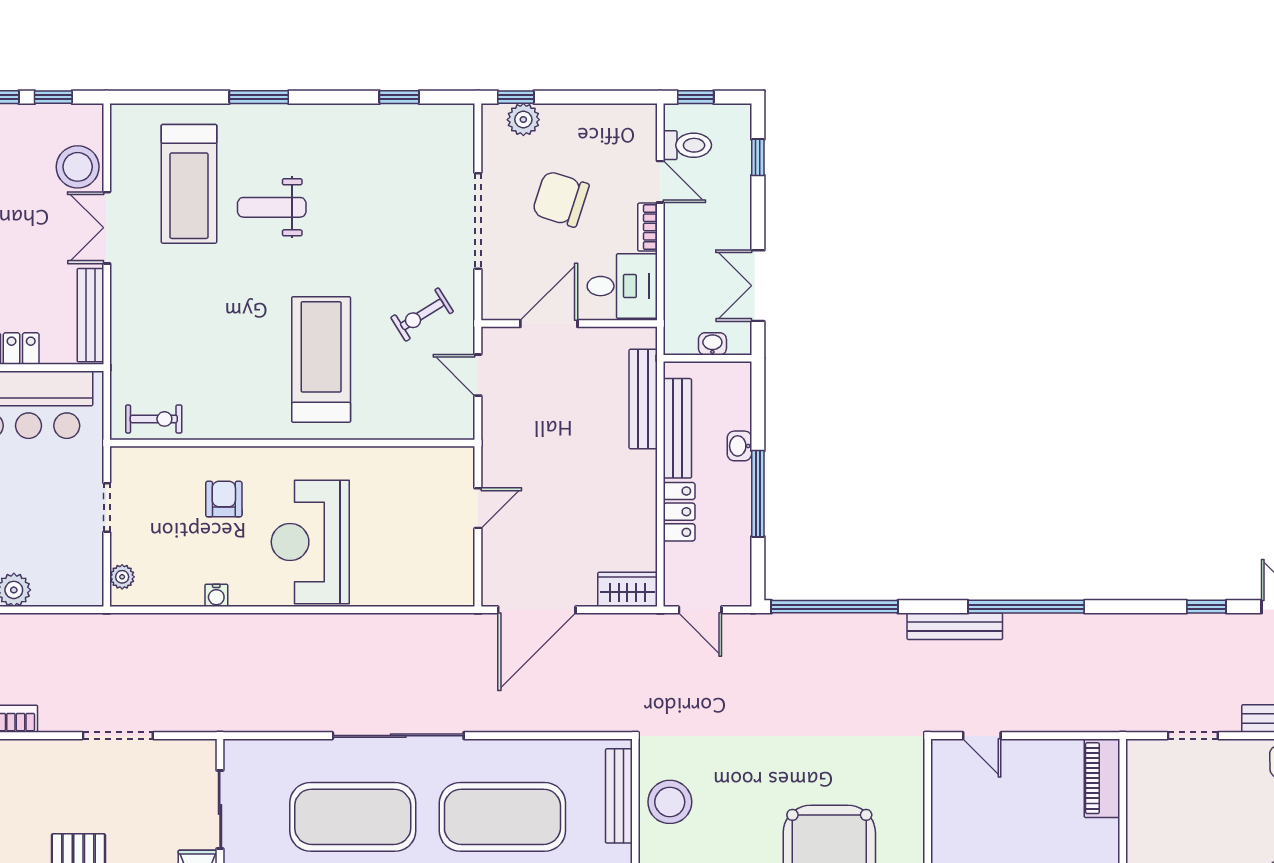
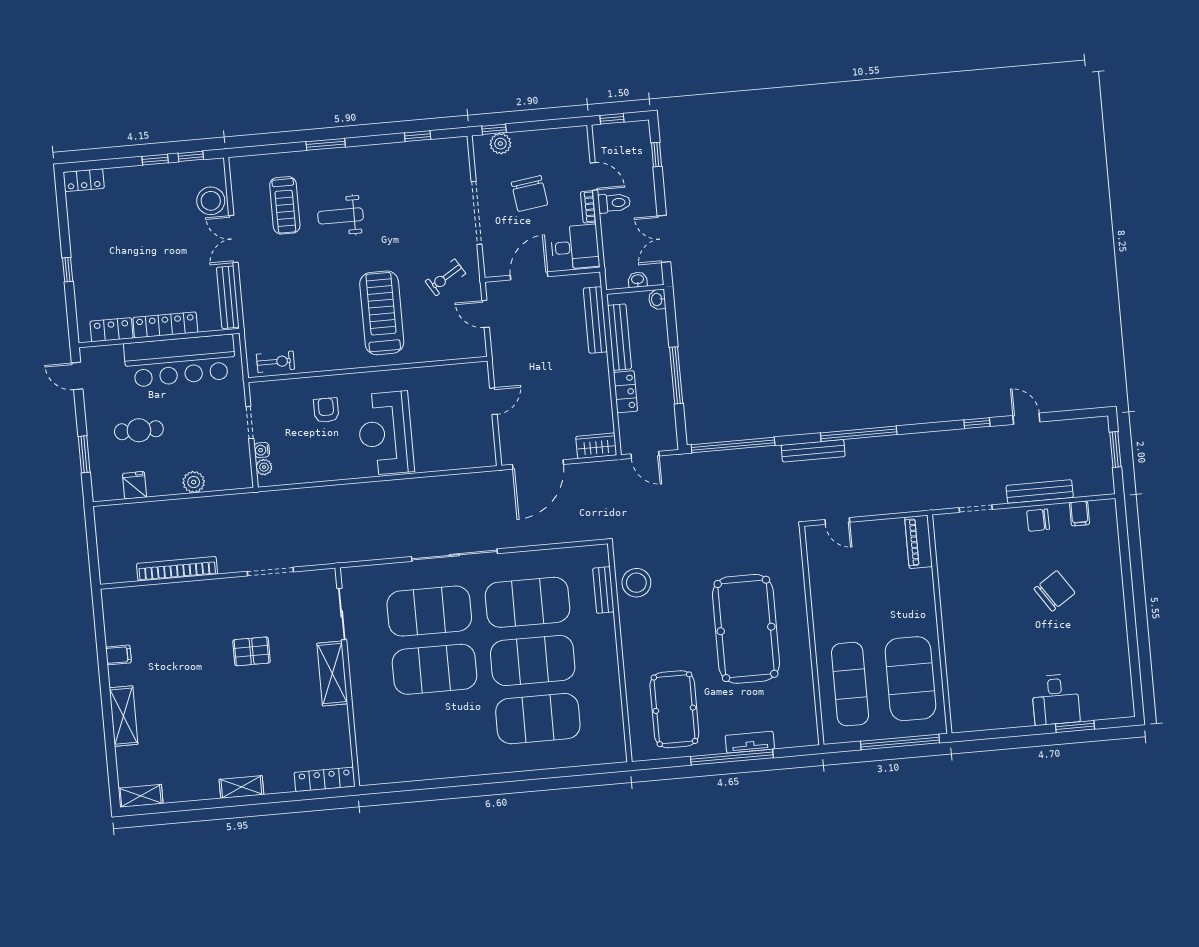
toilet: (687, 145) -> (614, 203), moved
treadmill: (189, 184) -> (285, 205), width x0.73, depth x0.73
chair: (561, 199) -> (529, 194), turned -116
washbasin: (739, 446) -> (657, 299), moved
water cooler: (216, 595) -> (262, 450), moved, turned 90
bench: (619, 796) -> (603, 590), width x0.73

